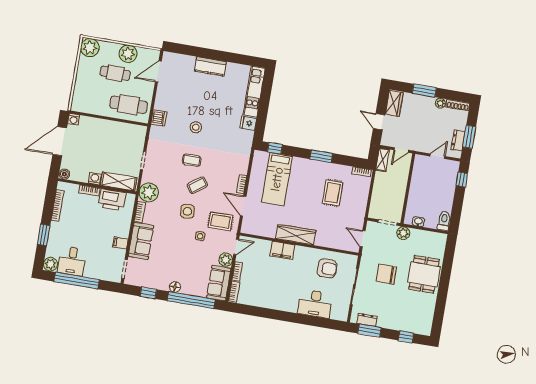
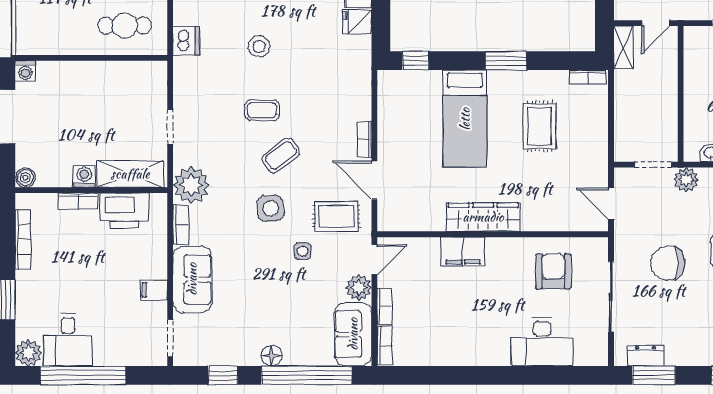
cafe table: (129, 105) -> (125, 26), width x0.73, depth x0.74
bed: (277, 179) -> (465, 119), moved
armchair: (327, 268) -> (553, 271), turned -90

